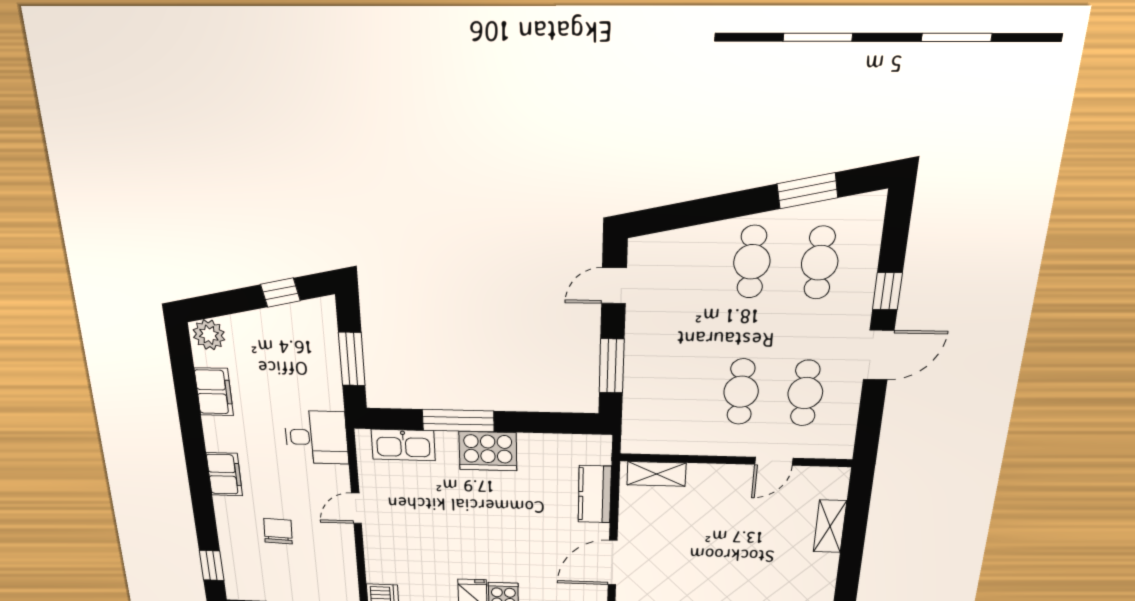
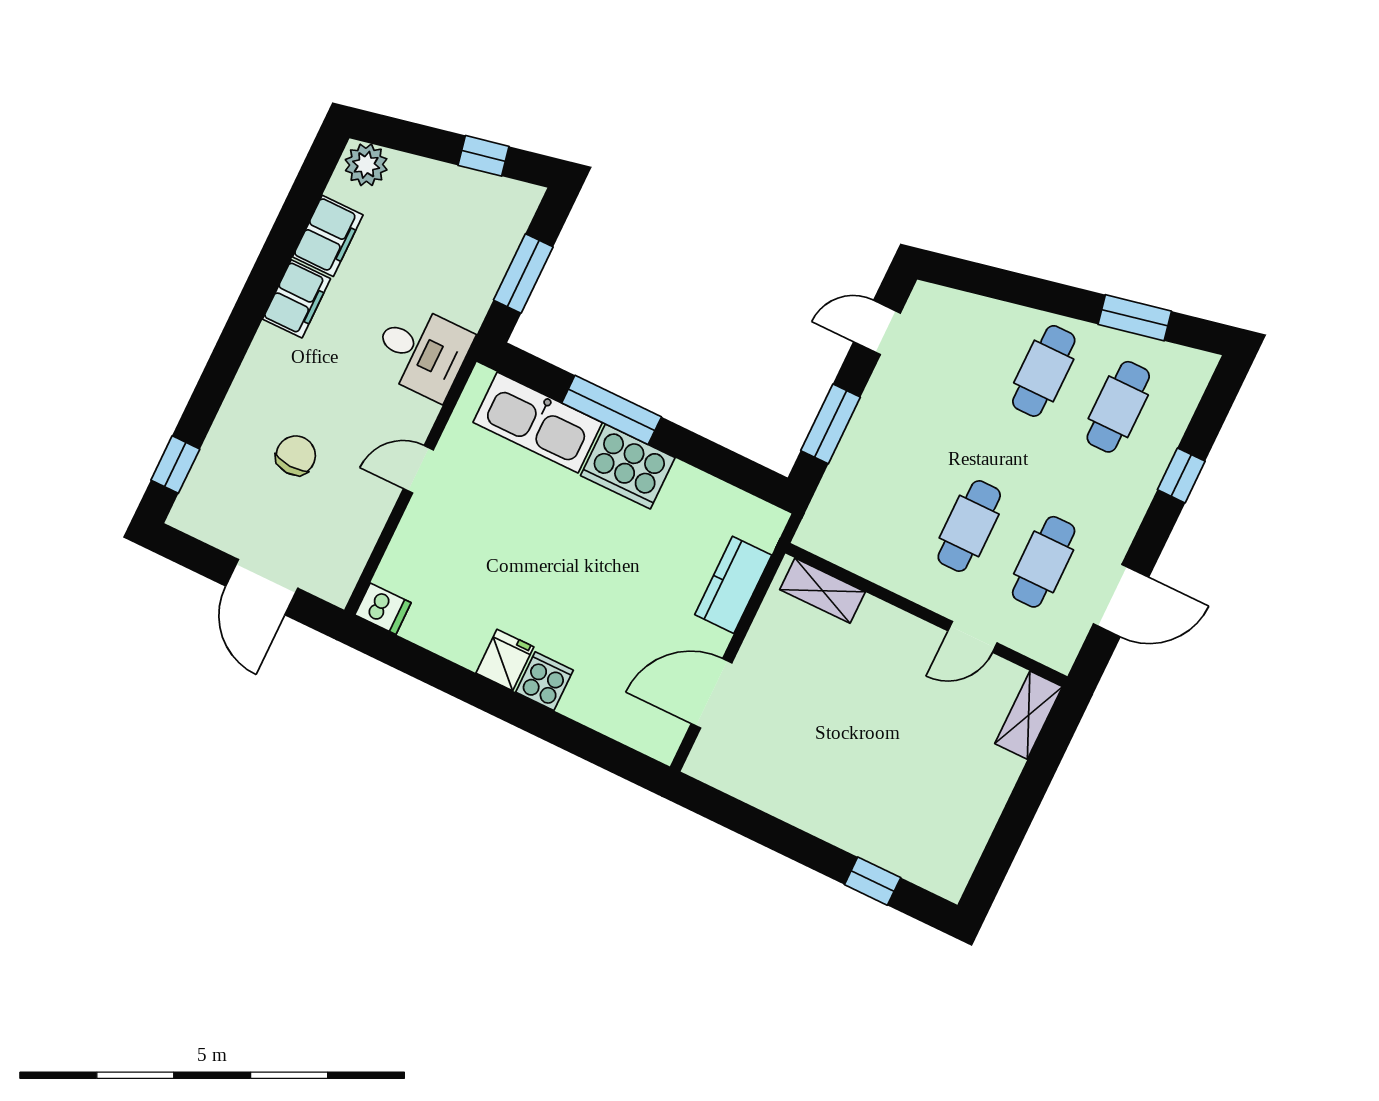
door: (879, 355) -> (1121, 601), moved
kitchen sink: (403, 445) -> (538, 423), width x1.36, depth x1.24
filing cabinet: (224, 474) -> (297, 299), moved
shelving: (830, 526) -> (1029, 715), moved

